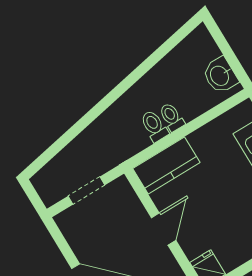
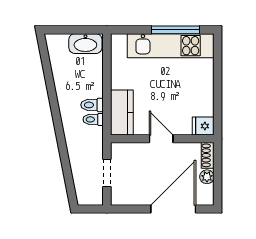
washbasin: (220, 75) -> (85, 44), width x1.38
toilet: (172, 117) -> (93, 119), moved

